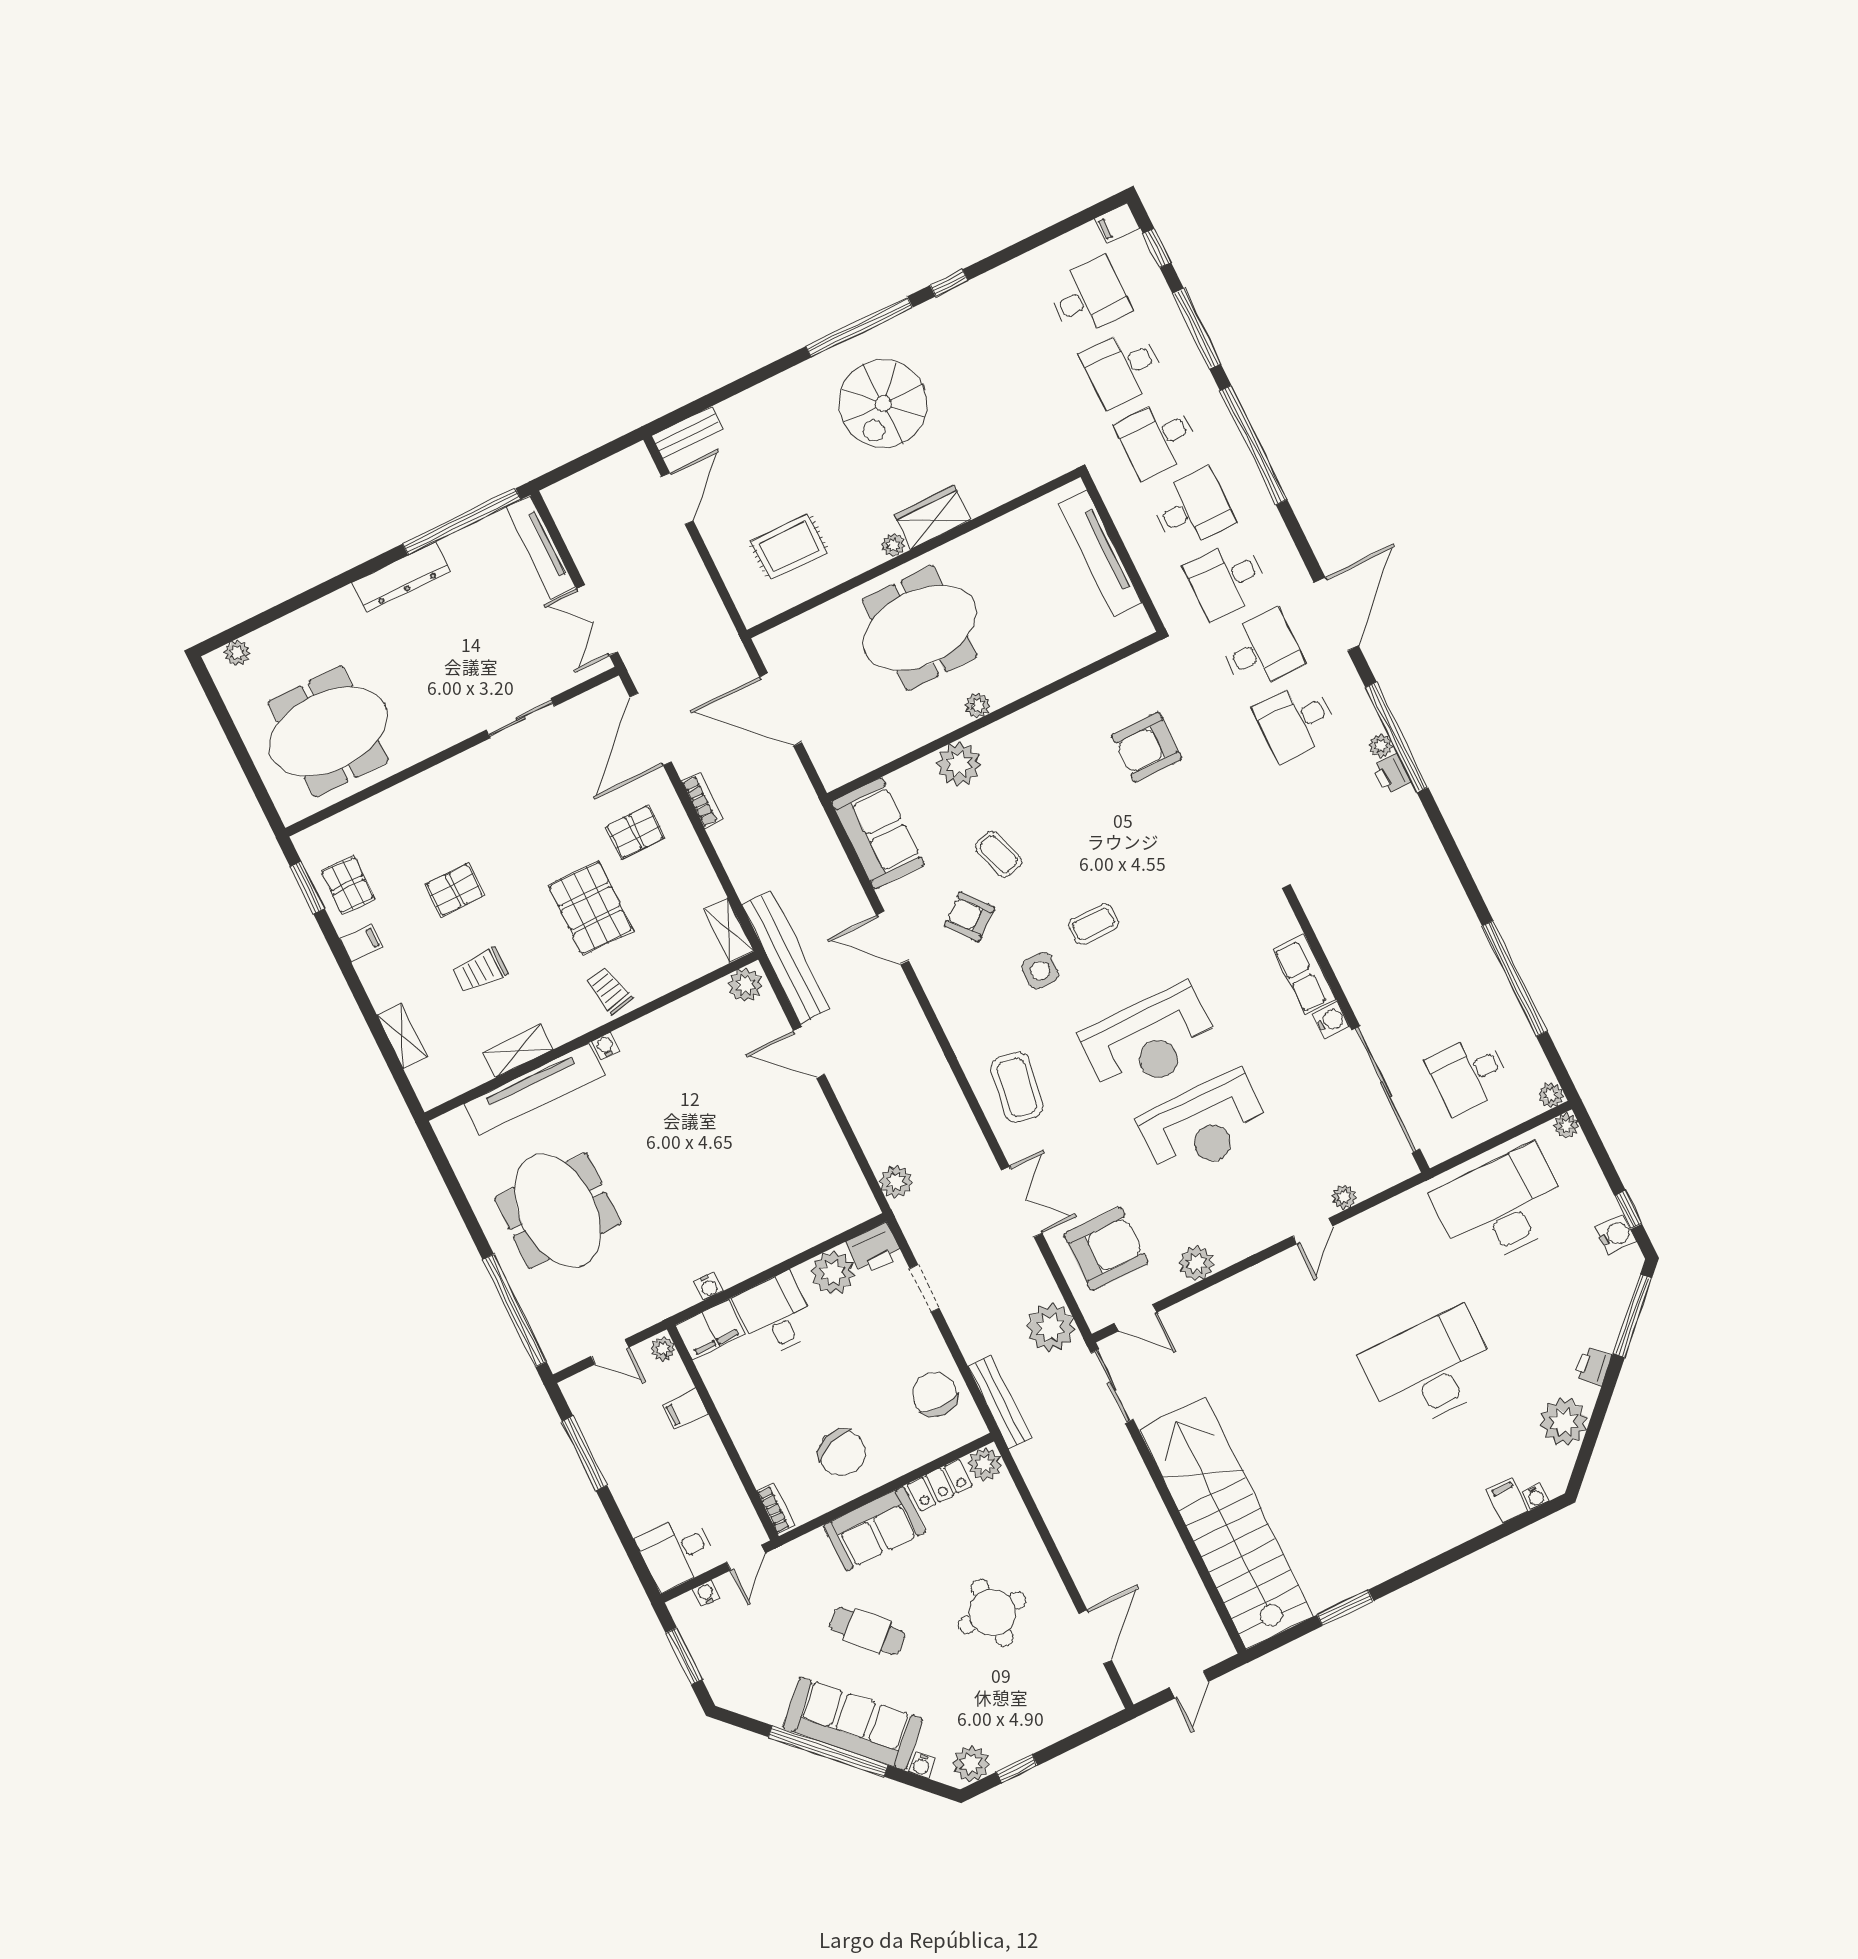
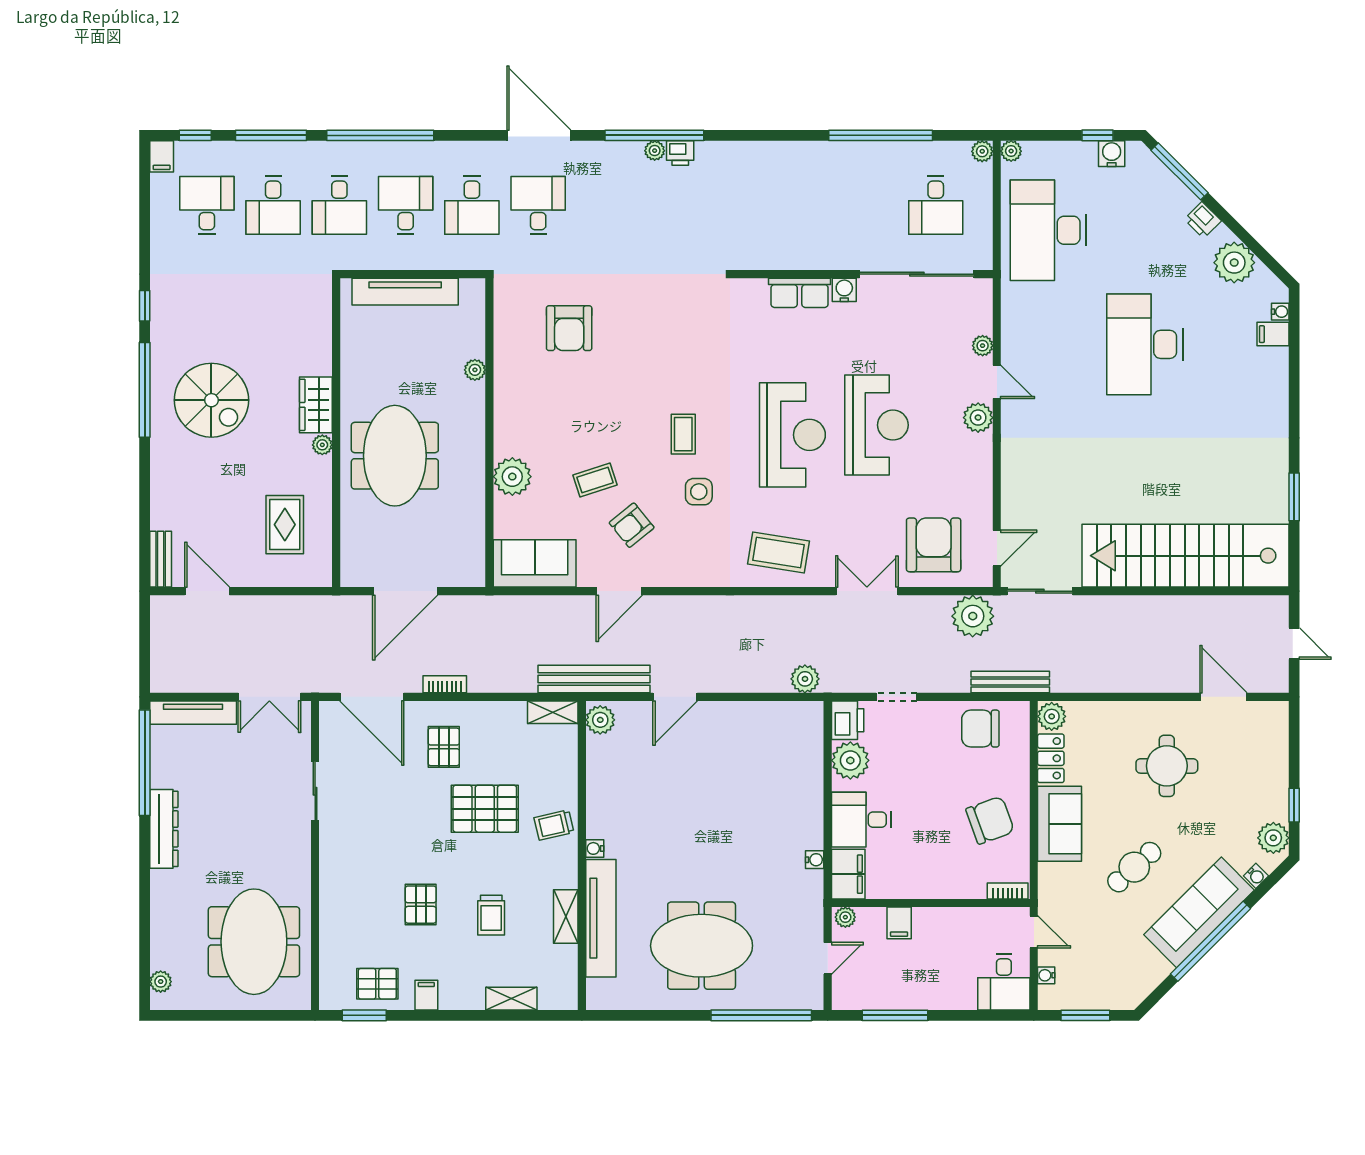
plant: (978, 705) -> (475, 370), moved
desk: (1296, 721) -> (604, 205), removed
plant: (1196, 1263) -> (978, 418), moved

